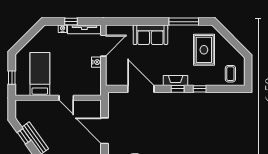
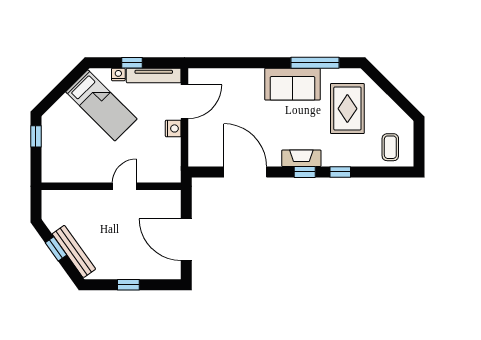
sofa: (150, 35) -> (292, 84), moved
bed: (40, 74) -> (101, 105), moved, turned 135
window: (12, 78) -> (36, 136), moved
door: (66, 98) -> (124, 186), swing flipped

